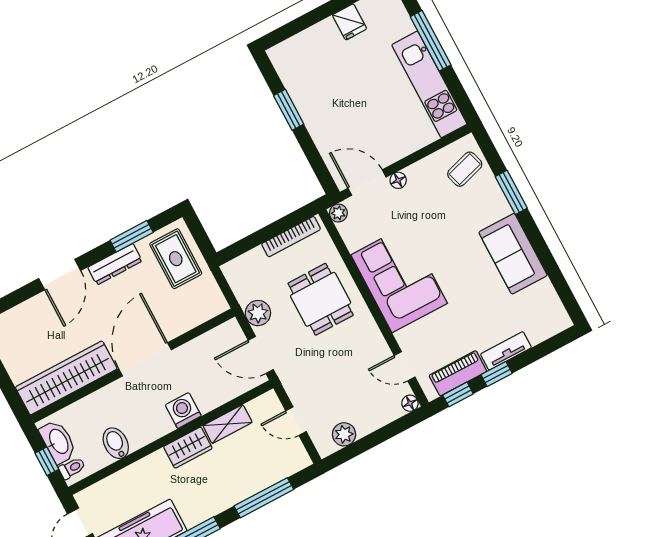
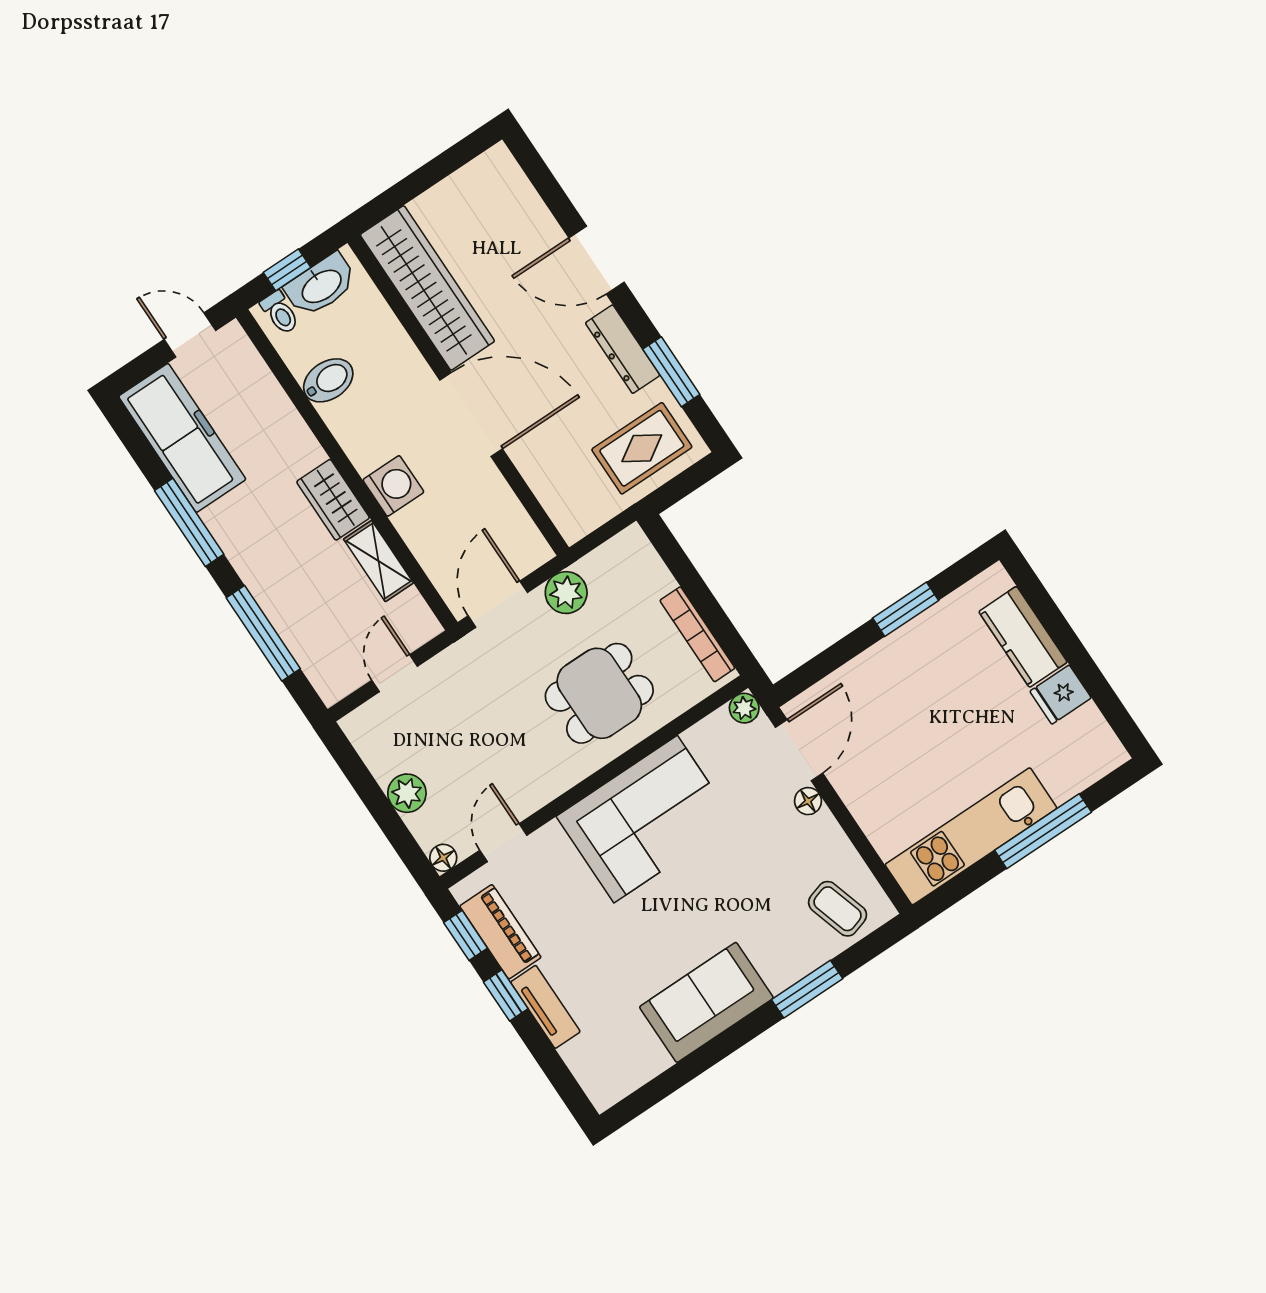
kitchen counter: (312, 41) -> (1023, 637), added
plant: (344, 434) -> (407, 793), moved

